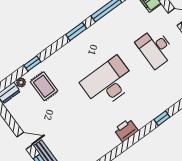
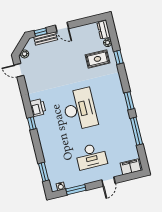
desk: (155, 48) -> (91, 156), turned 180
window: (162, 118) -> (32, 123), moved
door: (25, 141) -> (62, 27), hinge flipped

